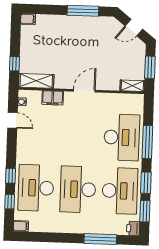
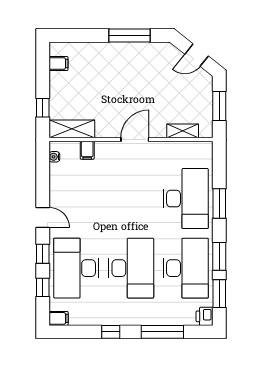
filing cabinet: (28, 19) -> (59, 64), moved
shelving: (132, 86) -> (183, 131), moved
filing cabinet: (53, 98) -> (87, 150), width x0.50
door: (12, 120) -> (43, 217), moved
window: (147, 142) -> (219, 203), width x0.69
desk: (78, 189) -> (131, 268), turned 180
window: (61, 238) -> (111, 332), added

